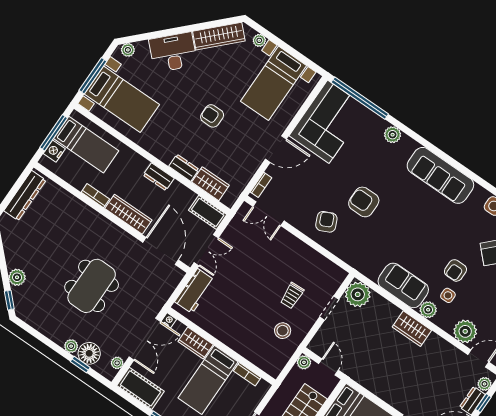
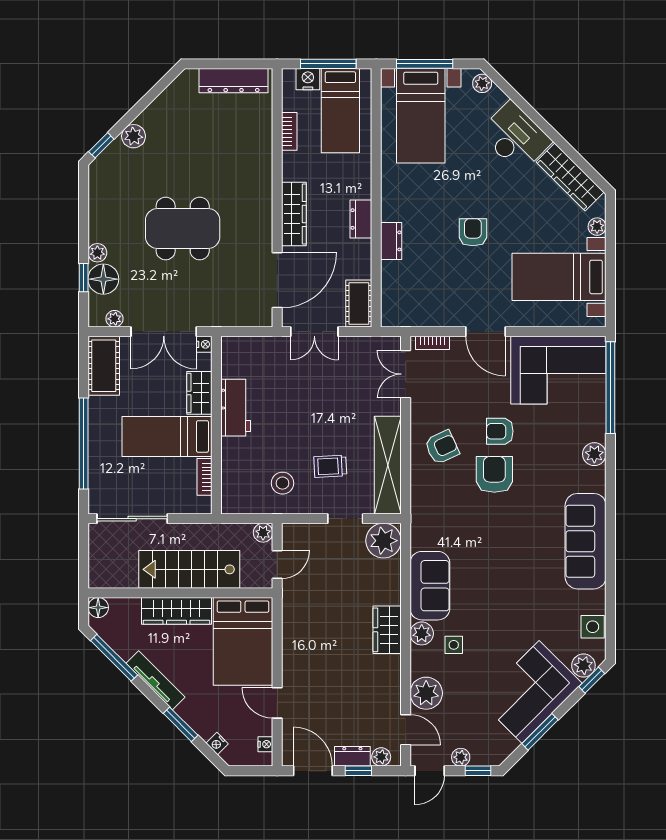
wardrobe: (210, 184) -> (394, 284), removed
bookcase: (95, 196) -> (289, 131), moved
shelving: (315, 261) -> (388, 465), added
armchair: (456, 270) -> (500, 431), moved
workbench: (195, 291) -> (236, 408), moved, turned -90

